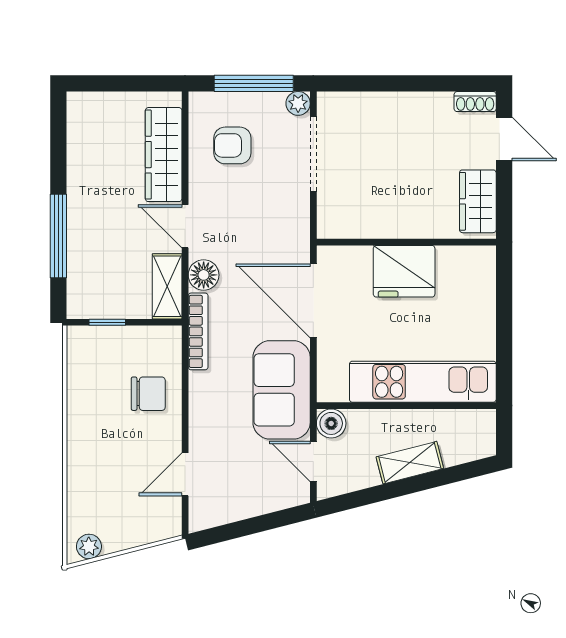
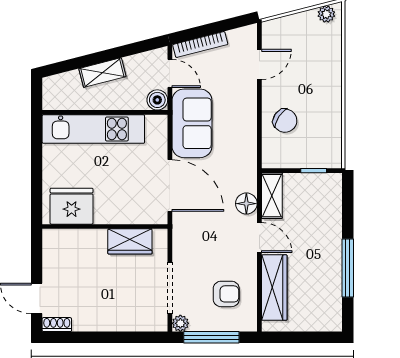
wardrobe: (478, 201) -> (130, 241), moved, turned 90
window: (58, 236) -> (348, 268), moved
fridge: (404, 271) -> (72, 206), moved
bookcase: (198, 331) -> (200, 45), moved, turned -104
chair: (148, 394) -> (285, 121), turned -146

